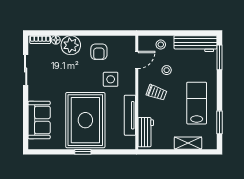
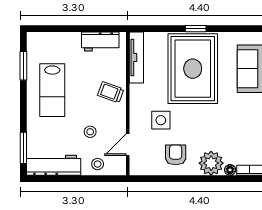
trolley: (157, 93) -> (111, 92), moved
tv unit: (130, 115) -> (136, 58), moved
workbench: (146, 132) -> (100, 41), moved, turned -90
shelving: (188, 143) -> (63, 40), removed

